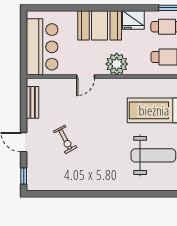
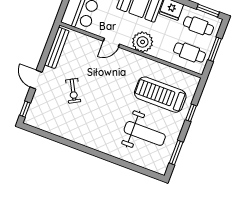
bench: (33, 102) -> (57, 48), width x1.36

